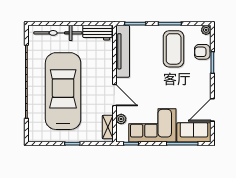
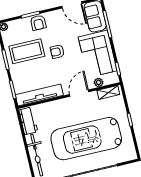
armchair: (202, 52) -> (38, 23), moved
armchair: (165, 82) -> (57, 52), added

